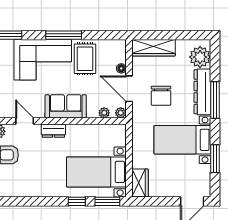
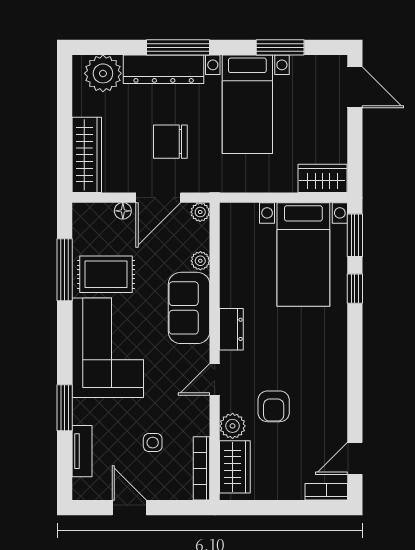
window: (64, 35) -> (65, 270), moved
chair: (161, 96) -> (170, 142), turned 180
plant: (104, 113) -> (200, 261), moved

